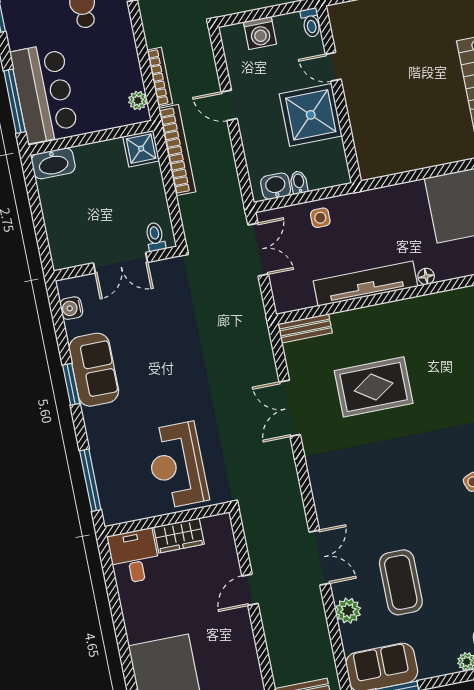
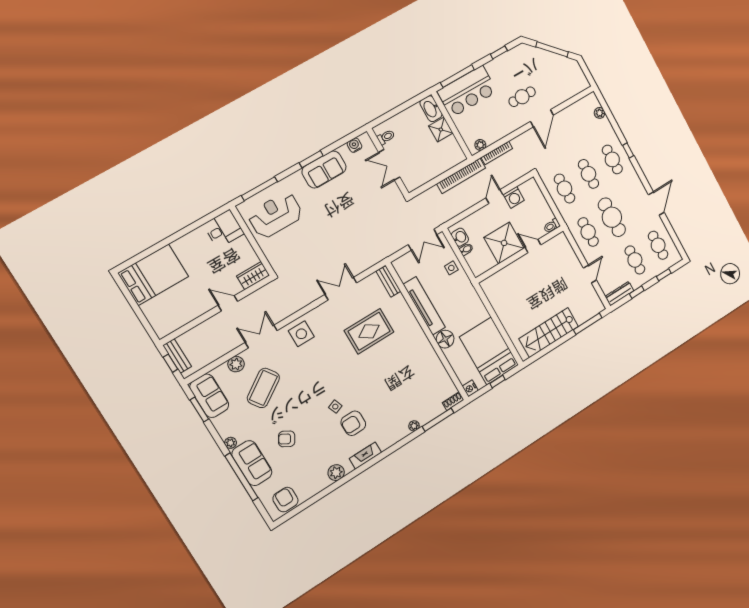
washing machine: (260, 33) -> (514, 197), moved, turned -90
door: (333, 67) -> (533, 246), hinge flipped
shower: (141, 149) -> (441, 130), moved
toilet: (155, 237) -> (386, 137), moved
floor lamp: (426, 276) -> (445, 339), width x1.89, depth x1.89
rug: (374, 387) -> (369, 331), turned 90
reception desk: (177, 465) -> (275, 215), moved
side table: (338, 495) -> (301, 334), added
wardrobe: (179, 536) -> (253, 276), moved, turned 90
double door: (320, 558) -> (261, 336), swing flipped
coffee table: (401, 582) -> (263, 388), turned -34

